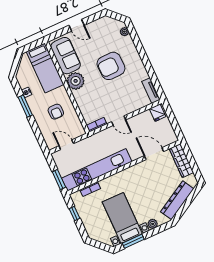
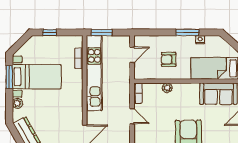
plant: (76, 81) -> (167, 88), moved, width x0.53, depth x0.53
door: (119, 121) -> (132, 116), swing flipped
window: (75, 214) -> (50, 32), moved

